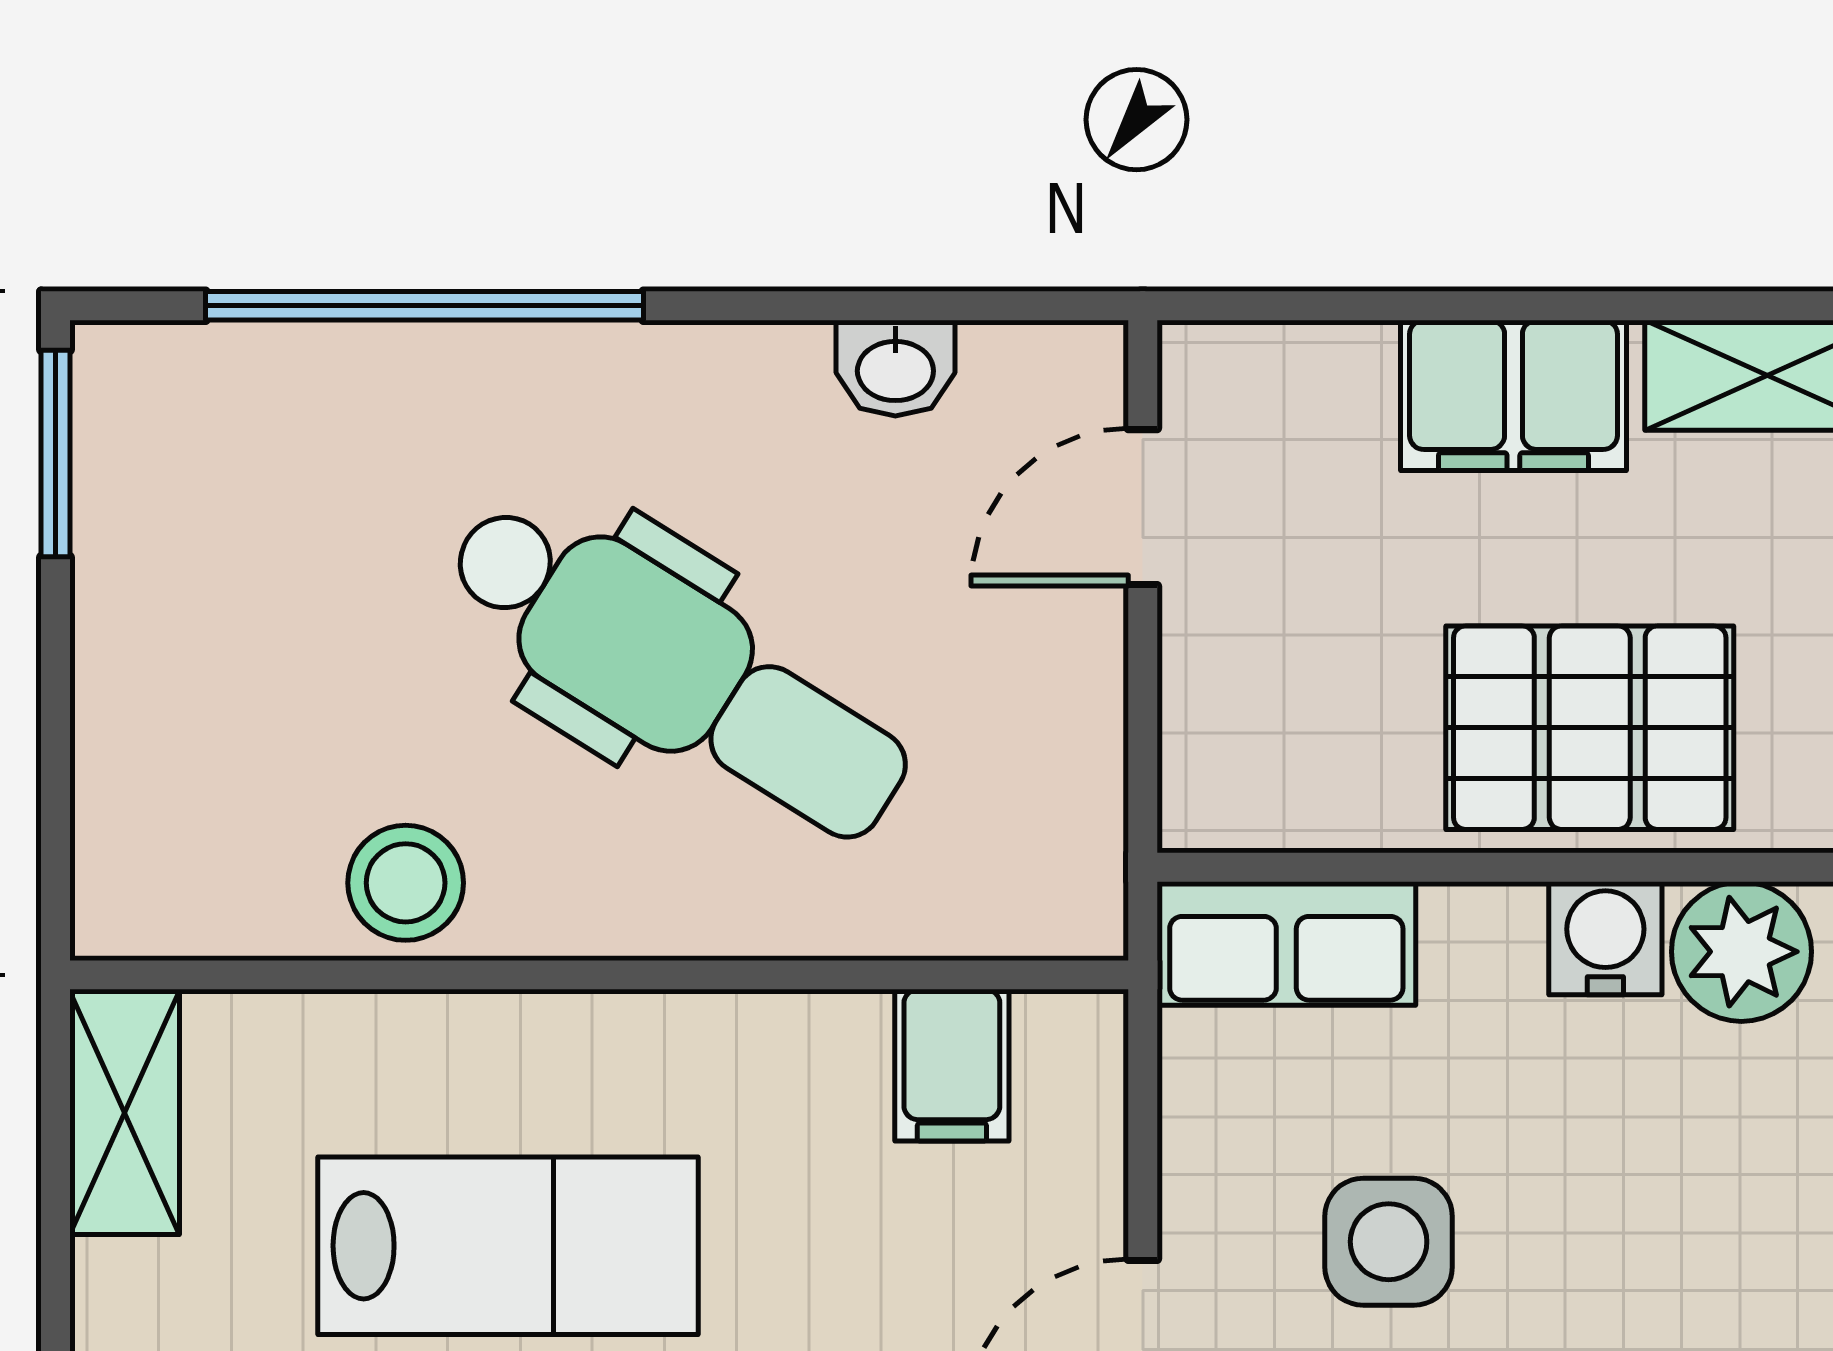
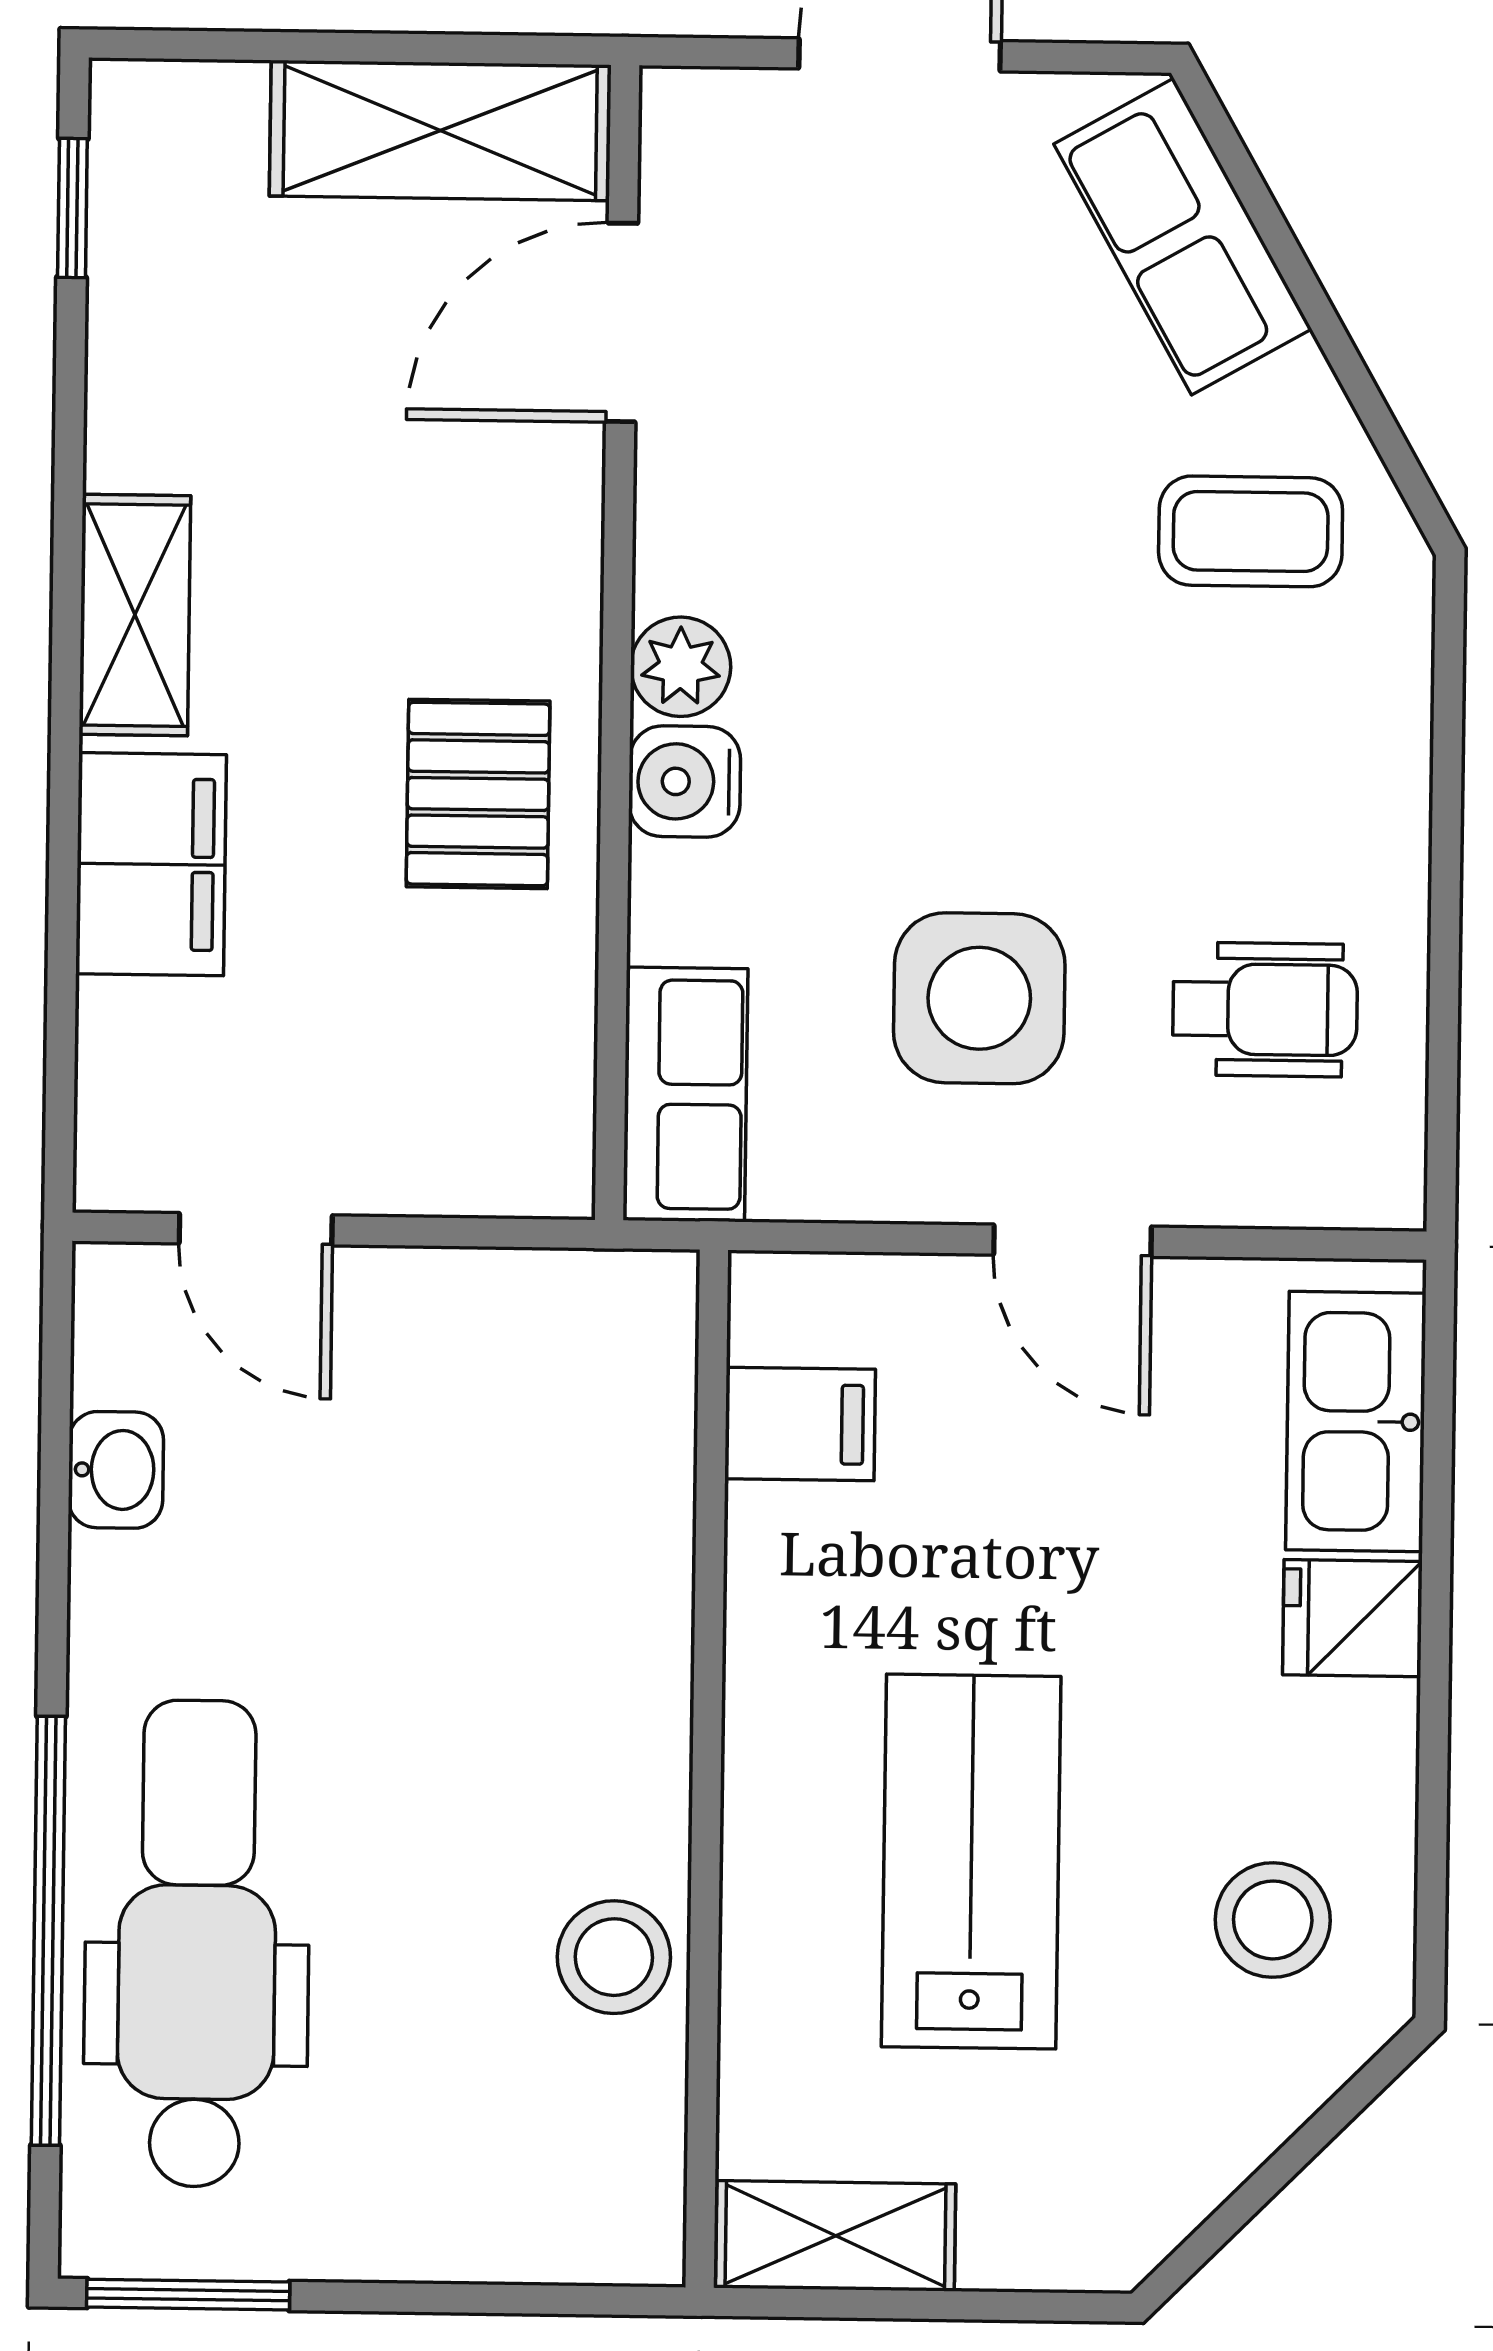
dental chair: (678, 670) -> (197, 1944), moved, turned -32
pallet: (1590, 728) -> (478, 794), width x0.67, depth x0.71
plant: (1741, 952) -> (681, 667), width x0.73, depth x0.73
side table: (1389, 1242) -> (979, 998), width x1.37, depth x1.37

